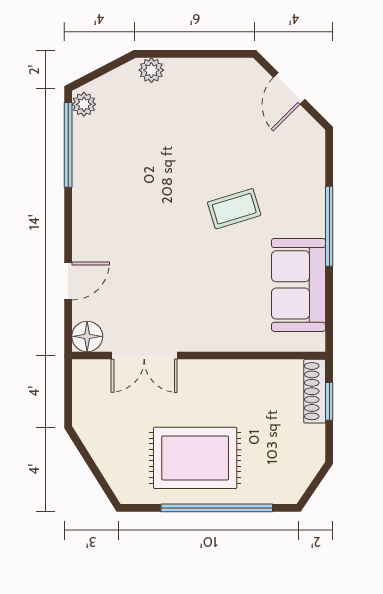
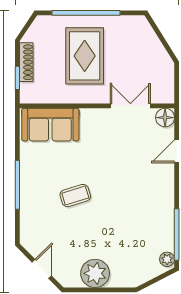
plant: (151, 70) -> (95, 273), moved, width x1.87, depth x1.87
sofa: (299, 285) -> (50, 125), moved, turned 90
shoe rack: (315, 391) -> (26, 62), moved
rug: (195, 458) -> (85, 56), moved, turned 90

